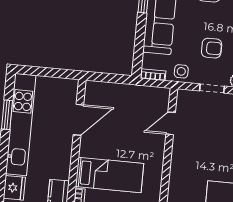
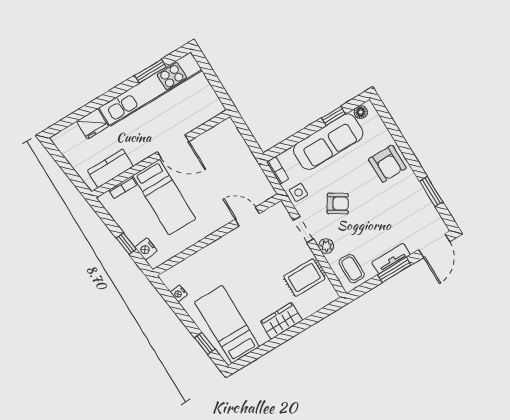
armchair: (212, 48) -> (338, 204), turned -58
door: (78, 120) -> (173, 147), moved

